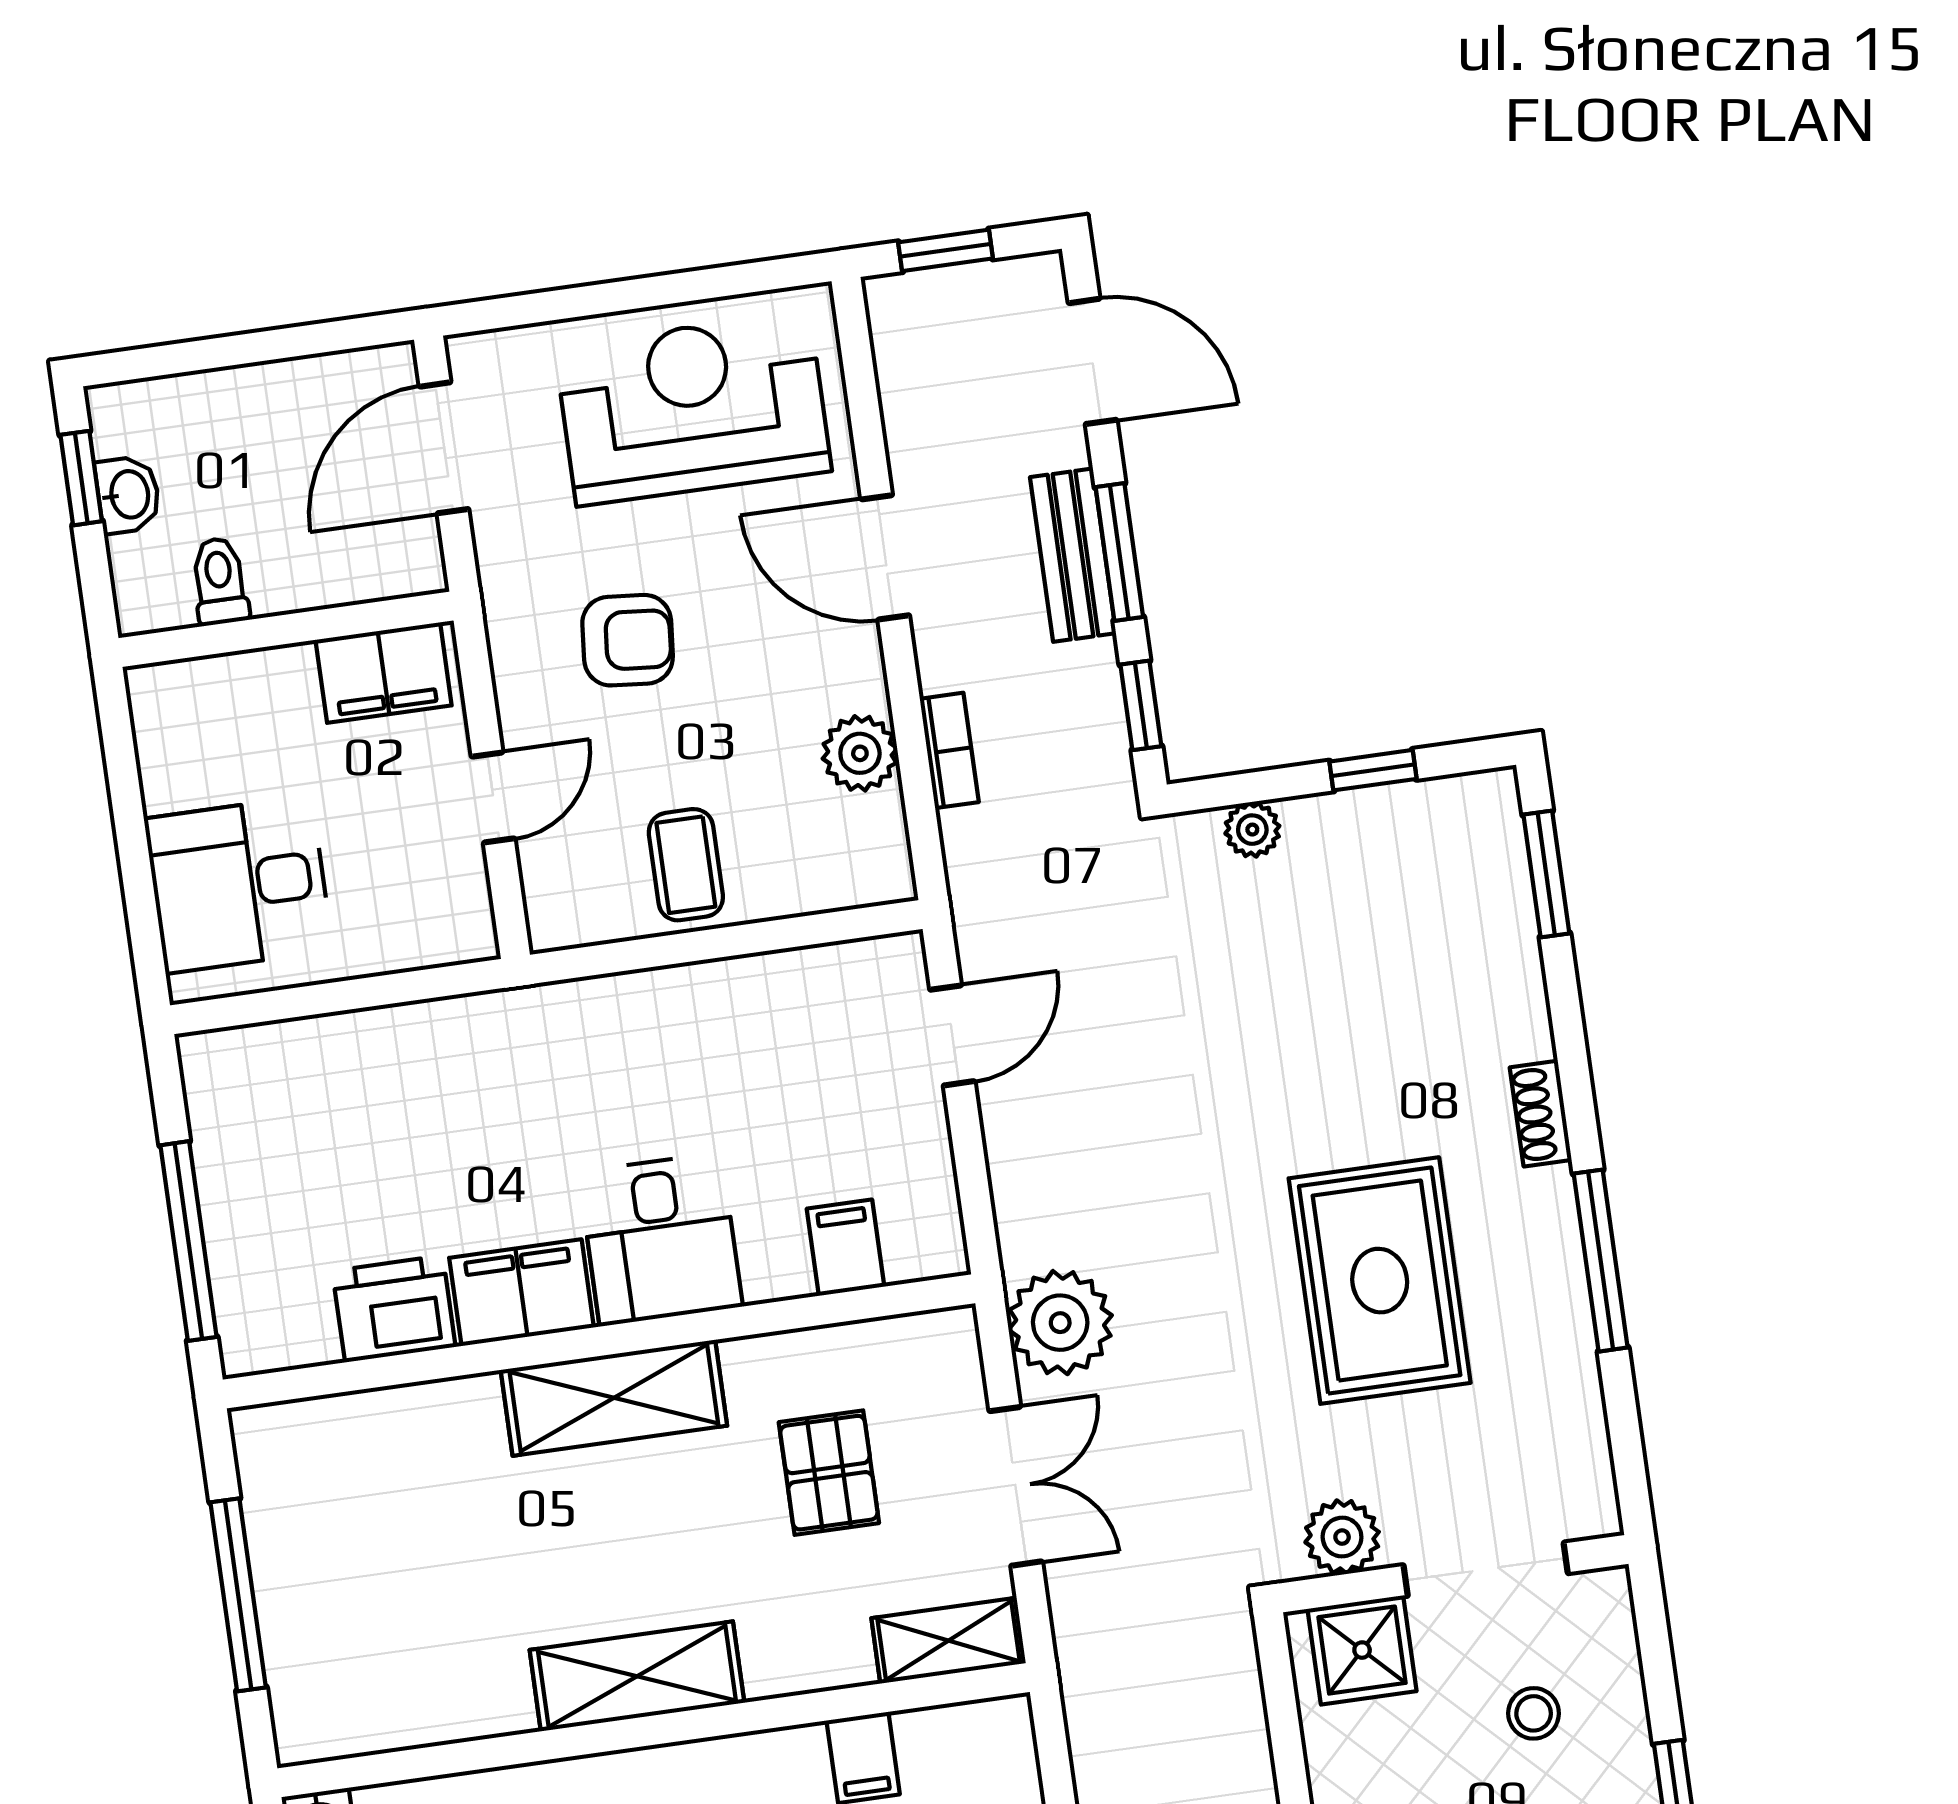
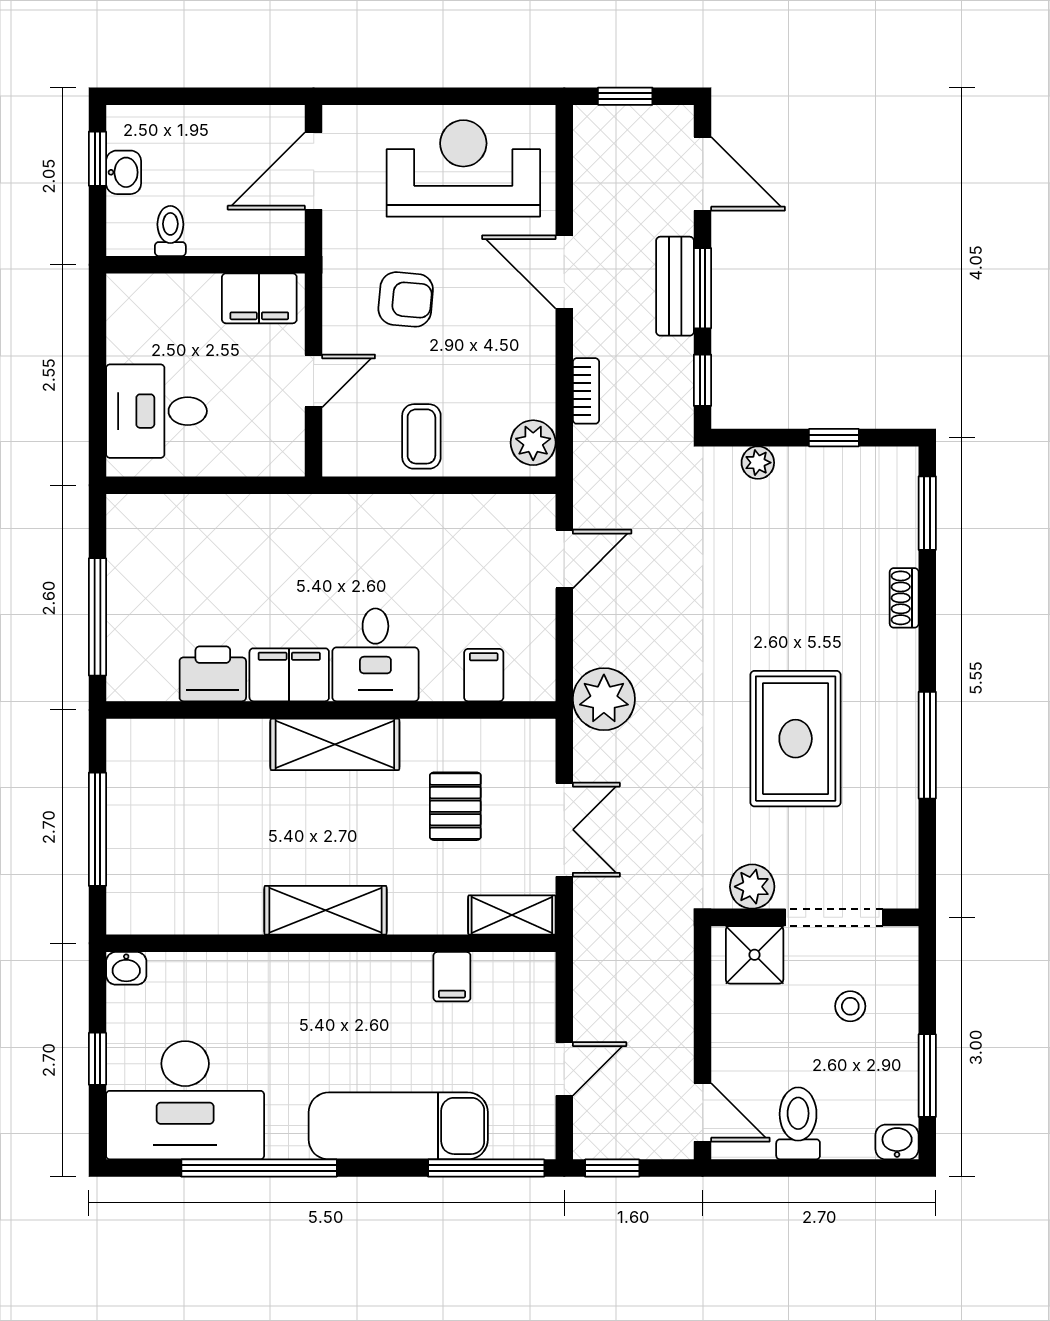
plant: (860, 753) -> (533, 443), moved
shoe rack: (1541, 1114) -> (904, 598), moved
plant: (1060, 1323) -> (604, 699), moved

